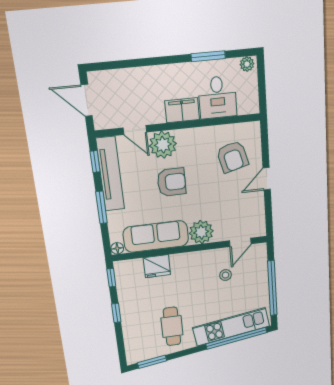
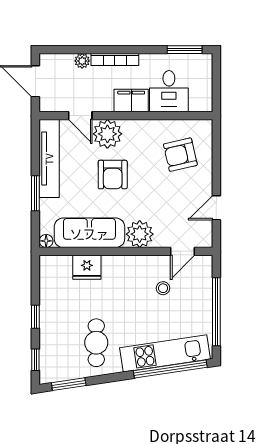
window: (208, 56) -> (185, 50), moved
plant: (247, 64) -> (82, 61), moved
bookcase: (162, 71) -> (115, 60), added
armchair: (232, 157) -> (180, 155), turned 92
window: (95, 162) -> (35, 144), removed
door: (267, 179) -> (216, 208), moved
armchair: (172, 182) -> (113, 175), turned 90
window: (111, 278) -> (35, 360), moved

